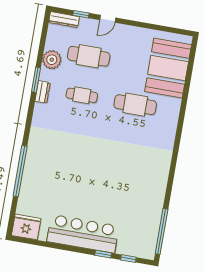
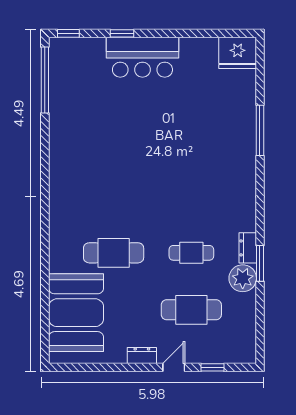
dresser: (64, 20) -> (142, 355), moved, width x0.70
plant: (52, 60) -> (243, 278), moved
window: (20, 171) -> (260, 130), width x0.68
bar counter: (83, 234) -> (142, 57), width x0.73
window: (128, 259) -> (68, 33), moved

